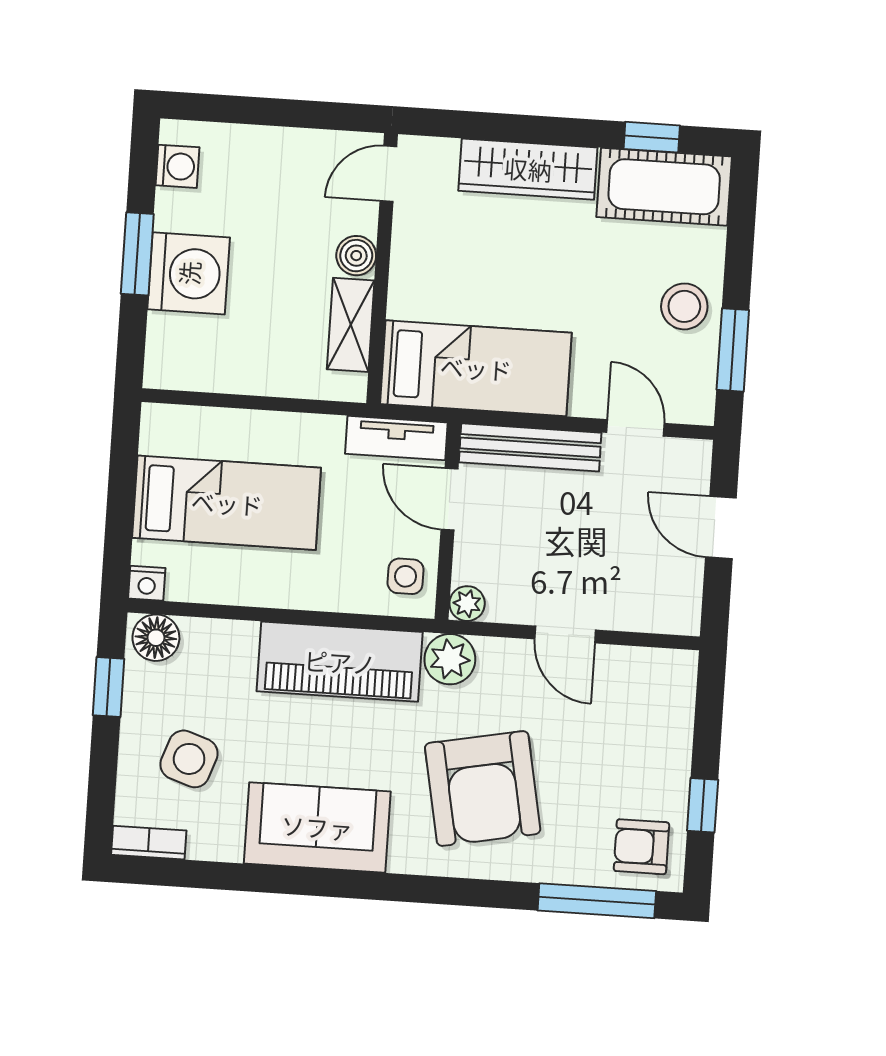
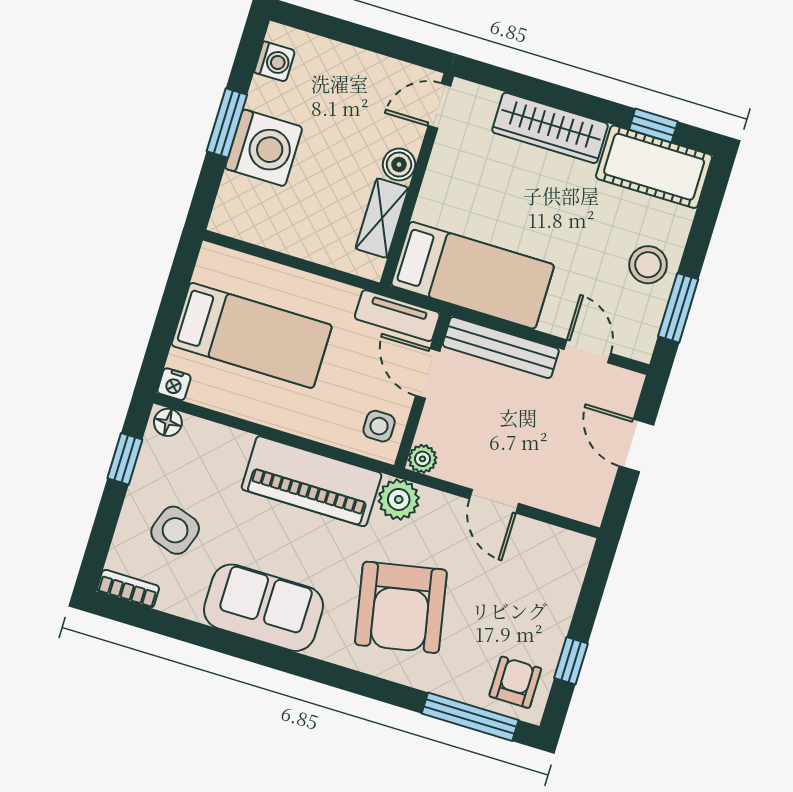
floor lamp: (156, 638) -> (168, 422), width x0.73, depth x0.73
armchair: (641, 847) -> (515, 682), turned 90

